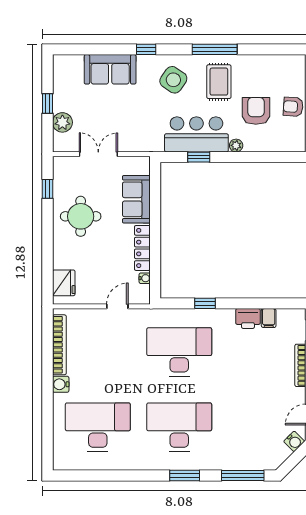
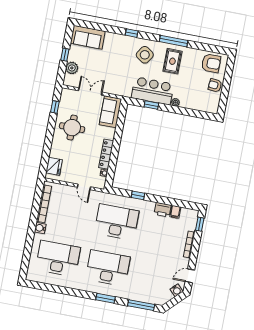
sofa: (110, 69) -> (88, 37), moved
armchair: (256, 111) -> (211, 63), moved, turned 90
sofa: (136, 199) -> (110, 112), moved
door: (117, 306) -> (84, 187), swing flipped

